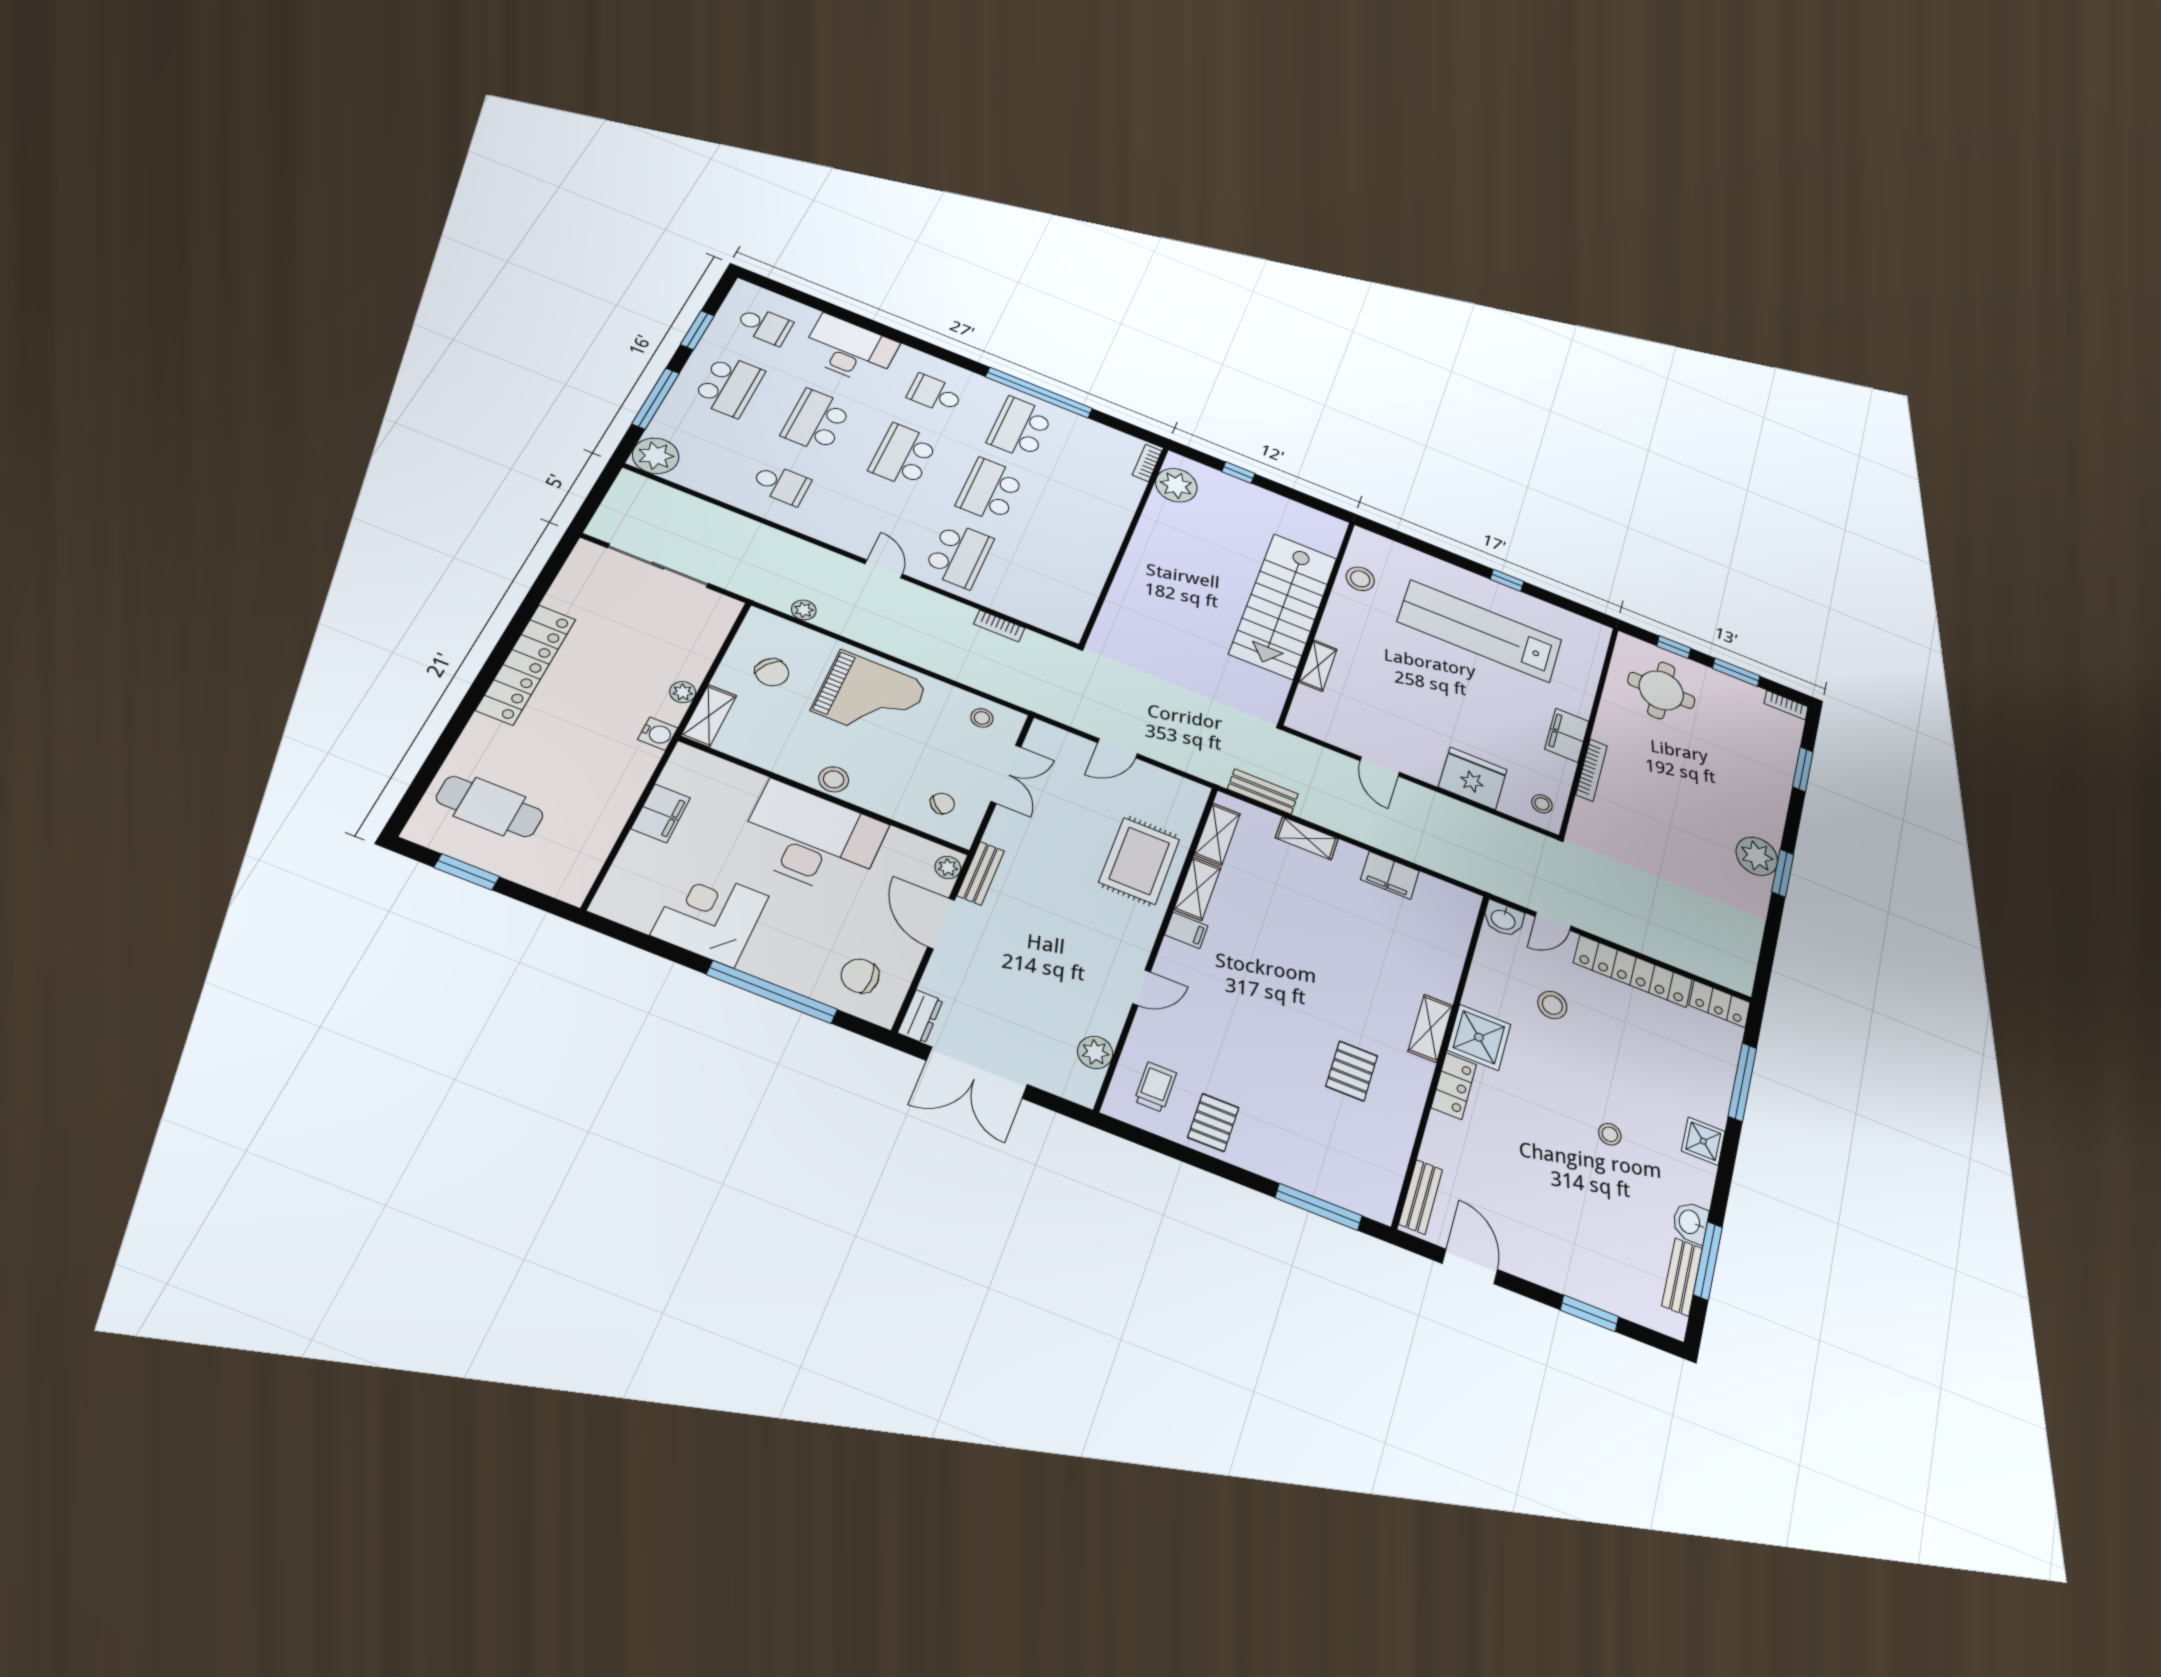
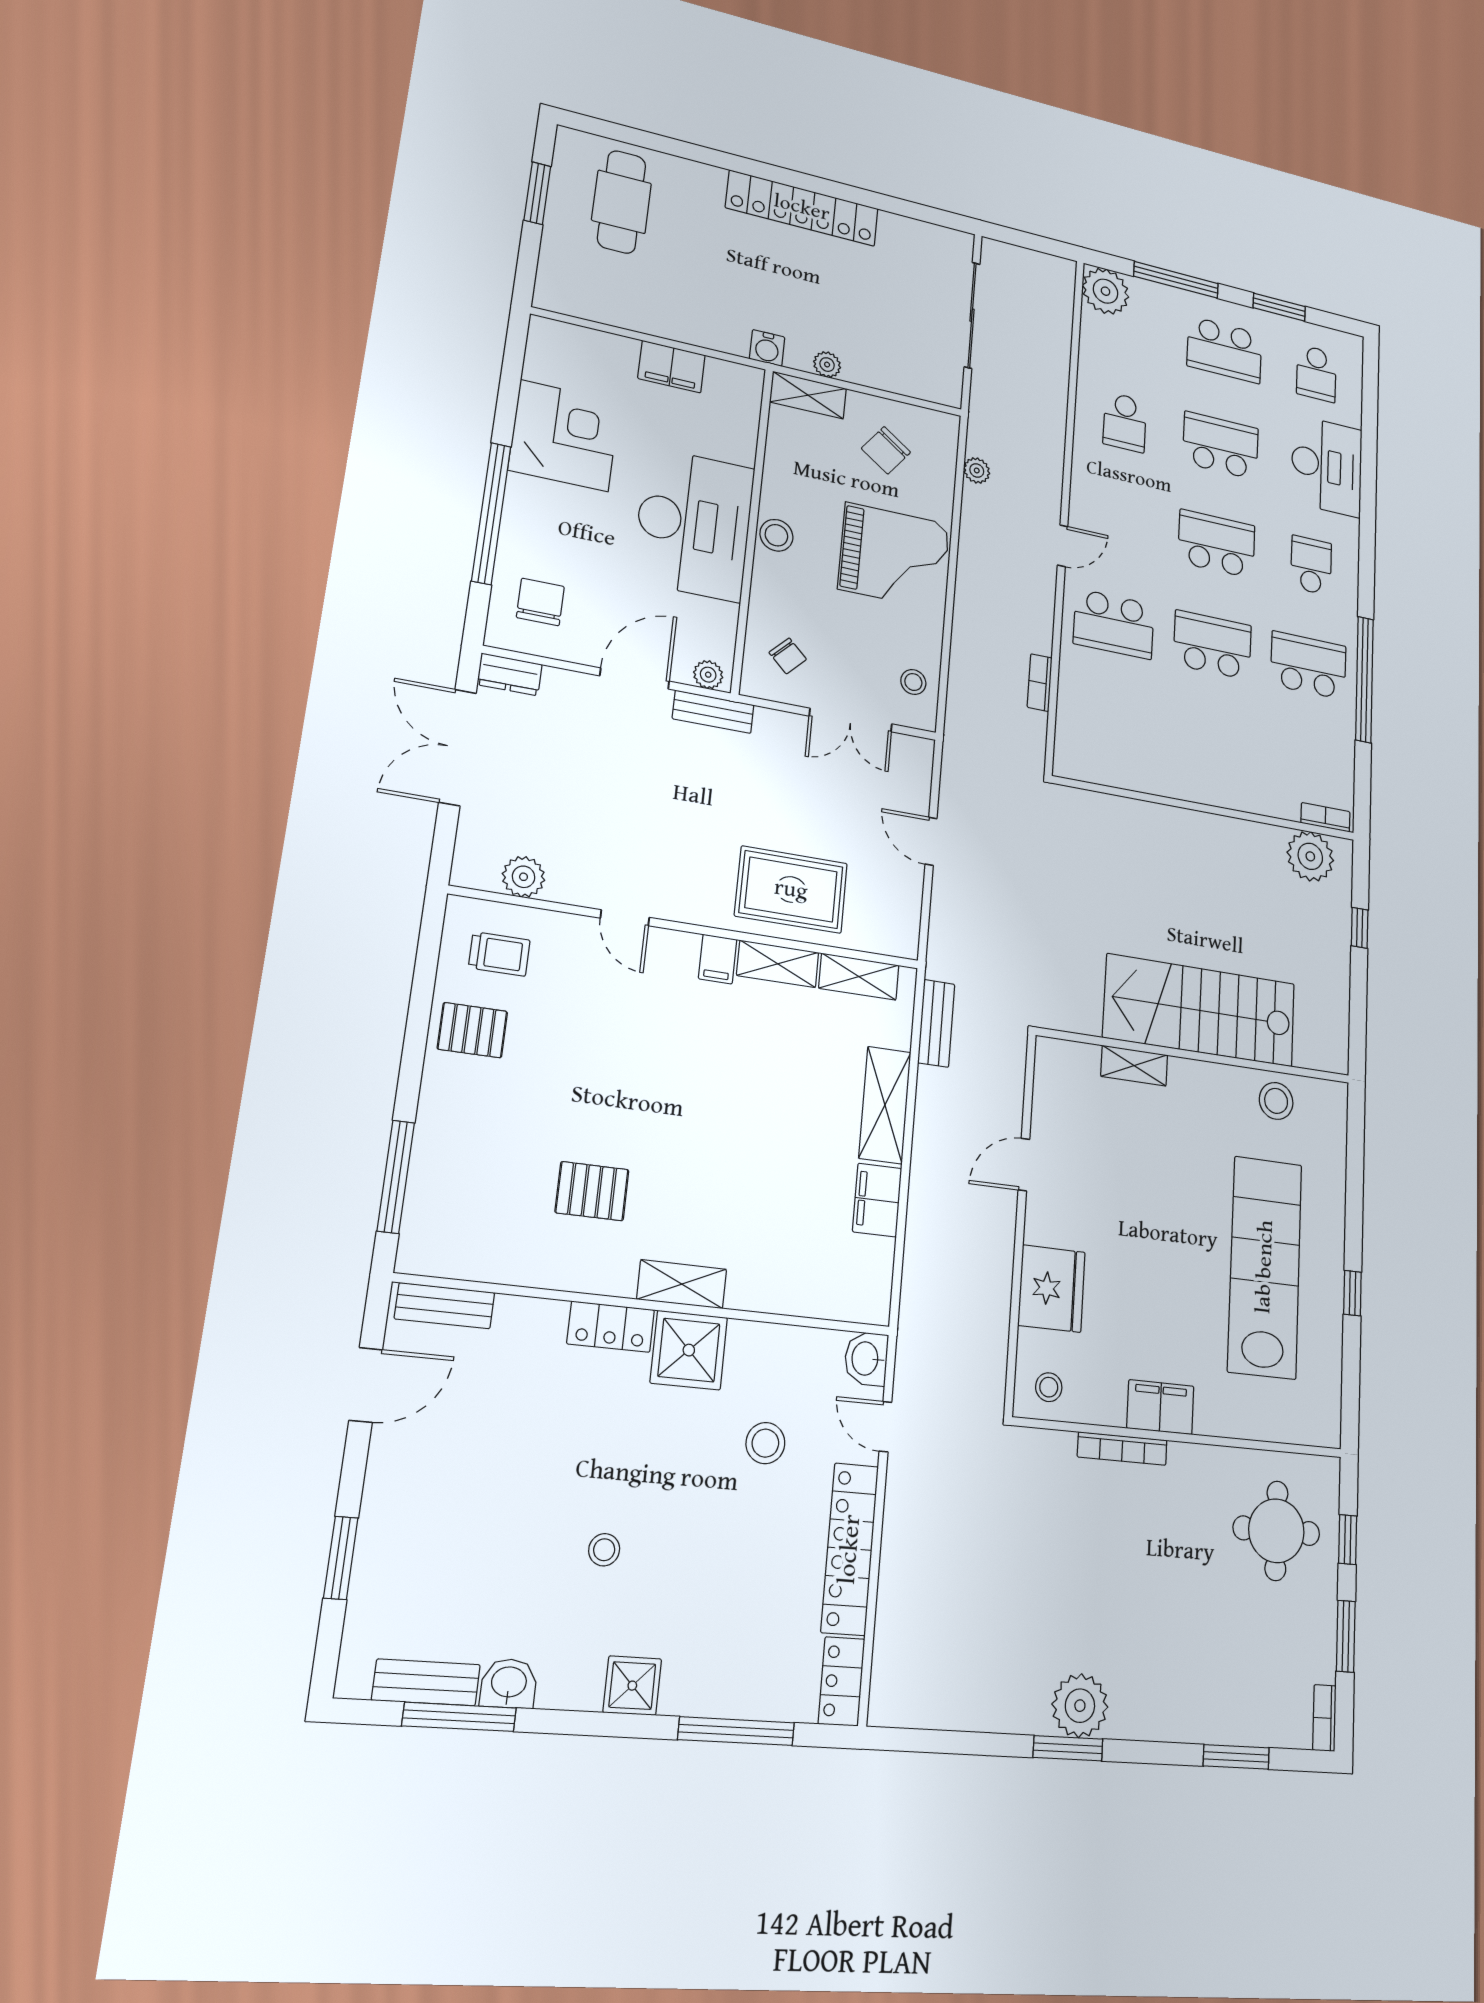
grand piano: (869, 697) -> (894, 556), turned -90
shelving: (1307, 838) -> (885, 1105), width x1.50, depth x1.33

